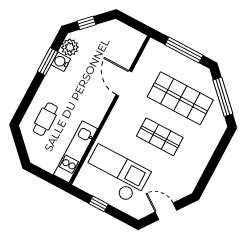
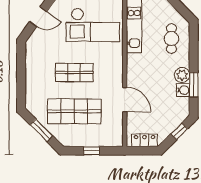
locker: (126, 32) -> (144, 140), added
plant: (70, 47) -> (182, 75), moved
window: (184, 50) -> (91, 151), width x0.46
window: (223, 97) -> (41, 130), width x0.69

